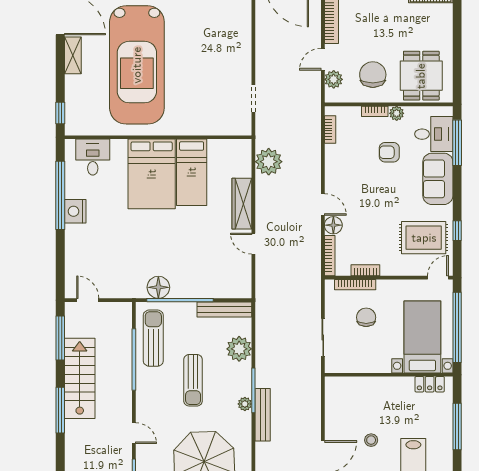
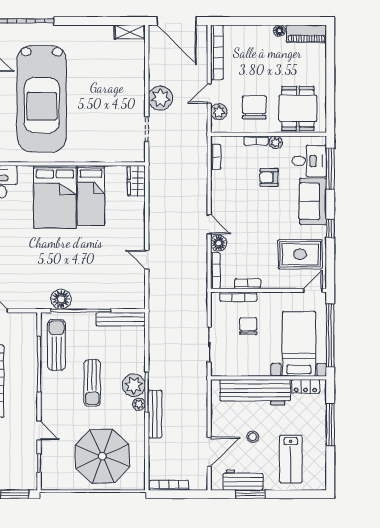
plant: (269, 162) -> (160, 98), moved
wardrobe: (242, 204) -> (136, 181), moved, width x0.67
window: (457, 231) -> (330, 228), moved
plant: (239, 349) -> (134, 385), moved
workbench: (374, 391) -> (255, 392), added

